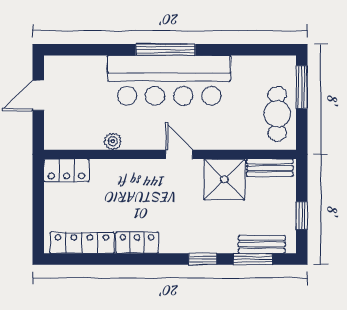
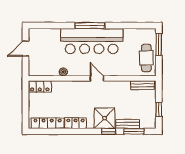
shower: (224, 179) -> (104, 118), moved
bench: (262, 244) -> (128, 124), moved

